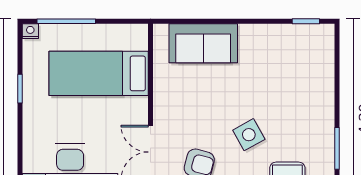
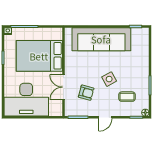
sofa: (203, 43) -> (101, 39), width x1.85, depth x1.27
bed: (99, 73) -> (39, 56), width x1.50

